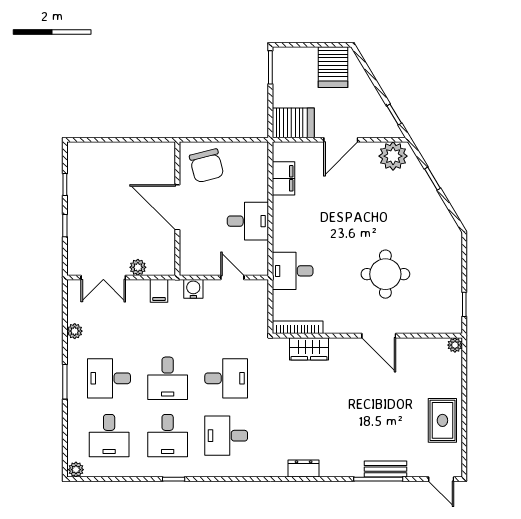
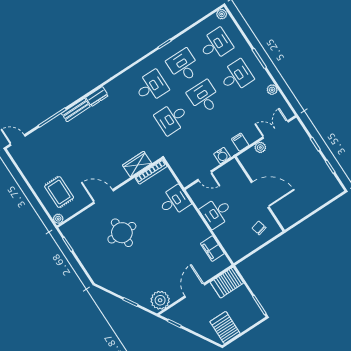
chair: (207, 166) -> (259, 228), width x0.54, depth x0.54
rug: (442, 420) -> (59, 192), moved
desk: (109, 436) -> (216, 45), turned 90
bench: (386, 469) -> (76, 110), moved

